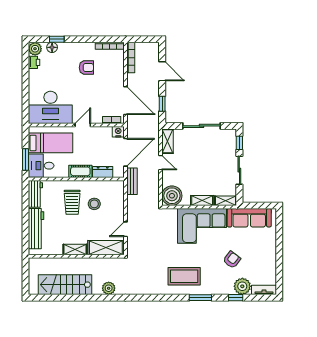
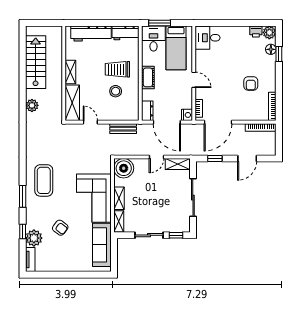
desk: (50, 107) -> (208, 38), width x0.53, depth x0.77
dresser: (103, 172) -> (147, 111), moved
bench: (132, 181) -> (123, 129), moved

